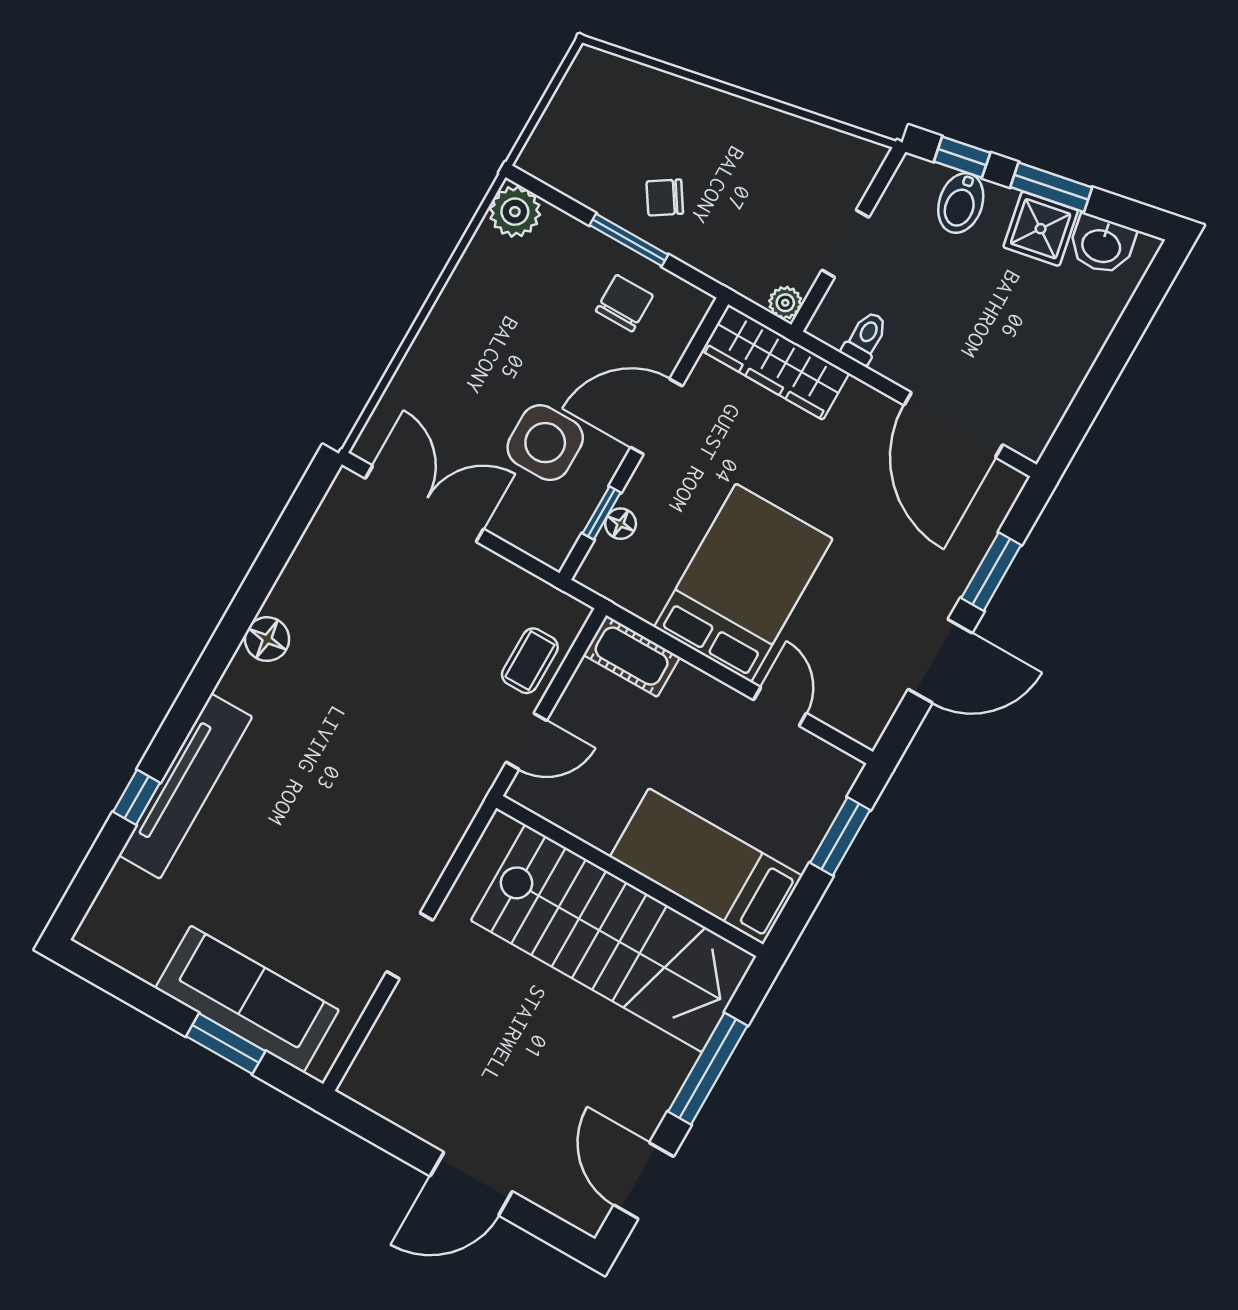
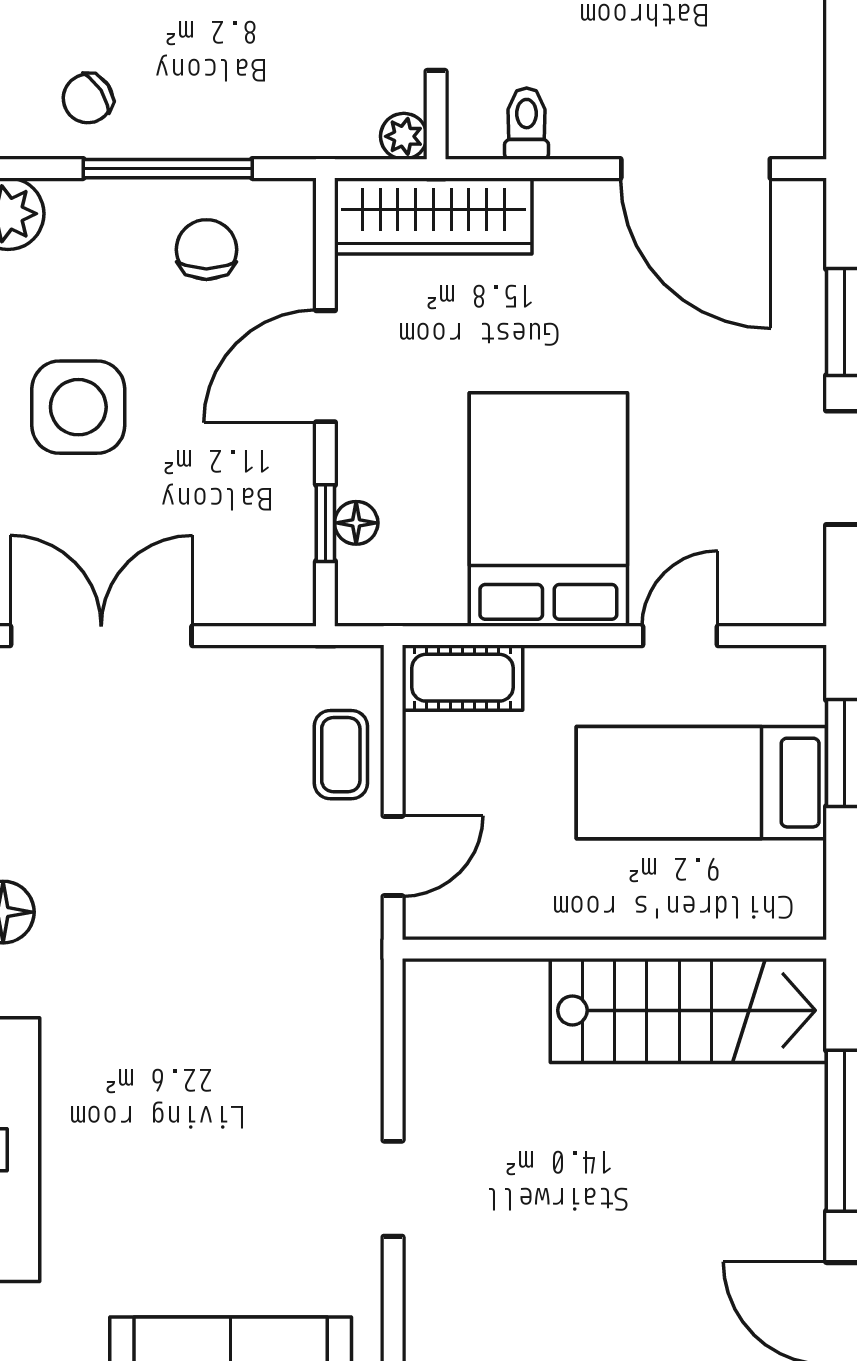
chair: (665, 197) -> (88, 98), moved
window: (629, 240) -> (168, 169), width x1.44
side table: (545, 443) -> (78, 407), moved
door: (780, 707) -> (680, 636), hinge flipped
bed: (706, 866) -> (701, 783), moved
stairs: (614, 938) -> (688, 1010), width x0.73, depth x0.66

